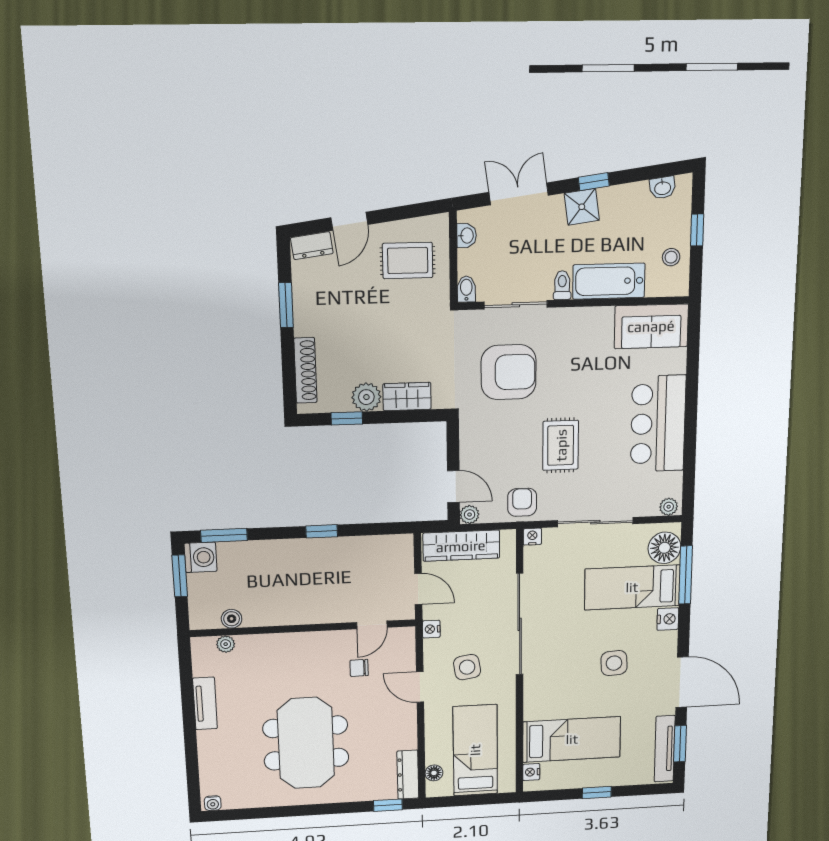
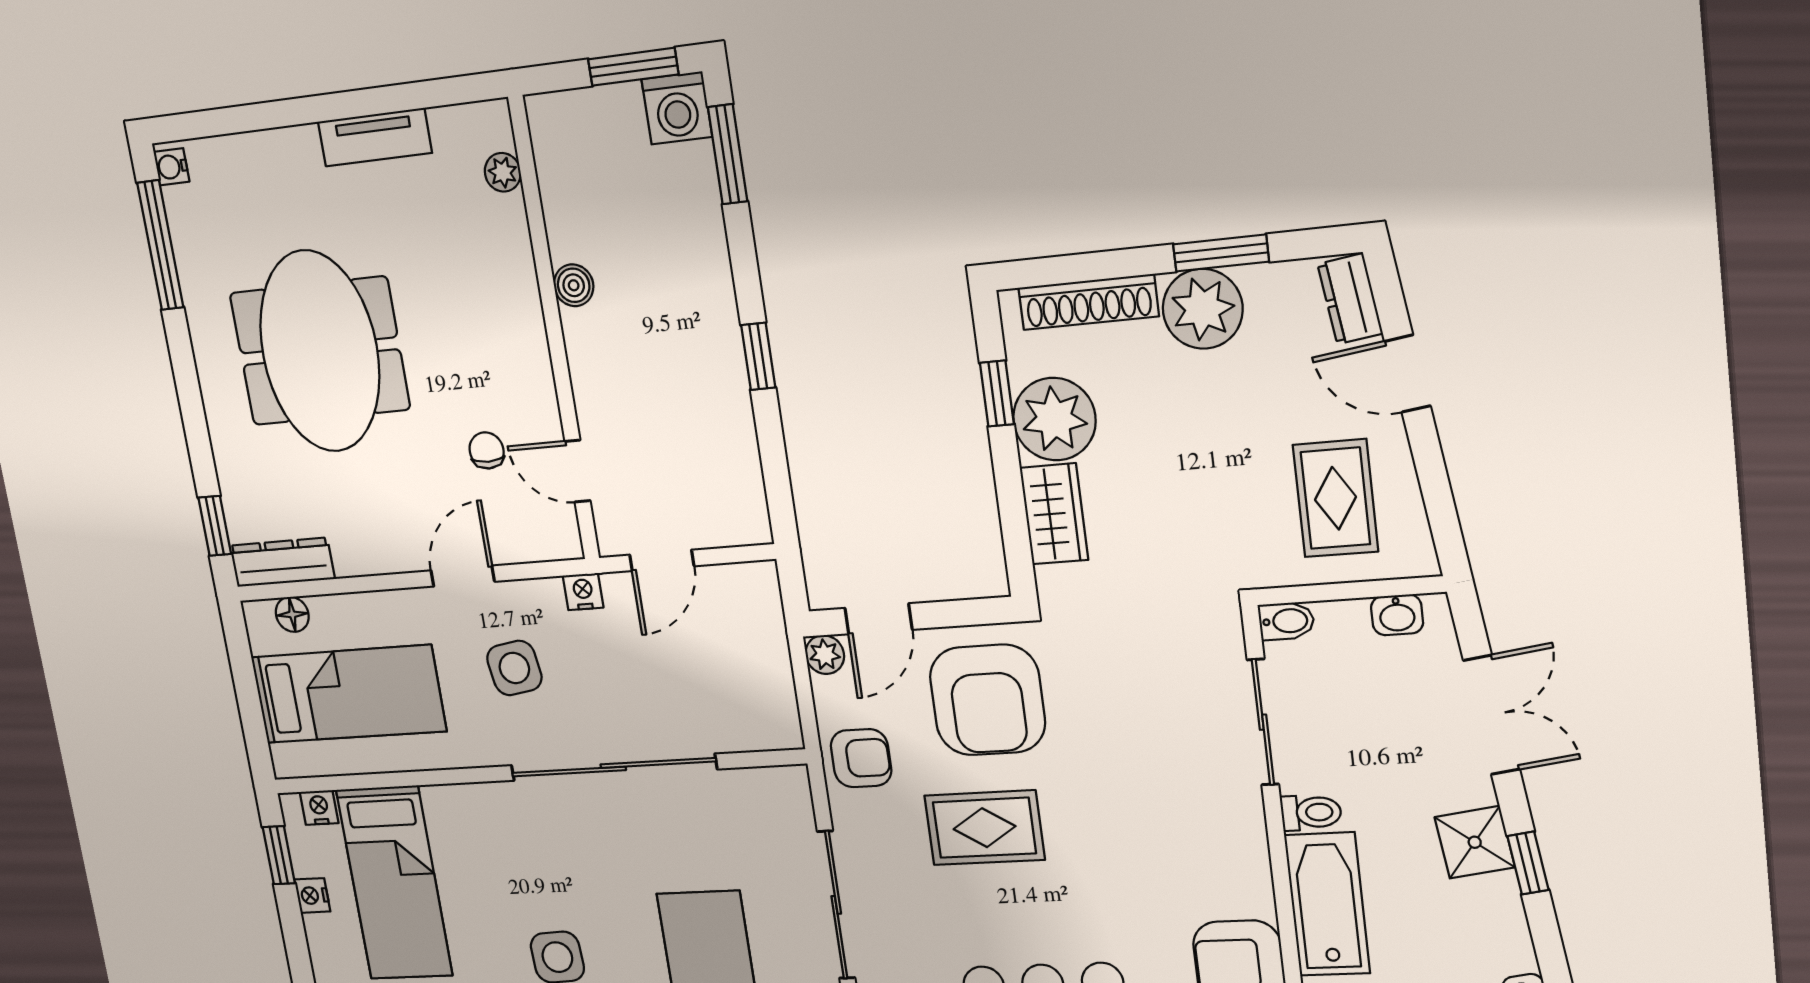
plant: (312, 316) -> (1203, 309), added
armchair: (509, 372) -> (987, 700), moved
plant: (366, 397) -> (1054, 419), width x1.36, depth x1.36
nightstand: (532, 537) -> (312, 895), moved, turned 180
wardrobe: (461, 546) -> (760, 642), removed
boiler: (232, 619) -> (574, 285), moved
meeting table: (306, 743) -> (320, 351), turned 90
window: (597, 793) -> (279, 855), moved
window: (250, 814) -> (160, 245), added

